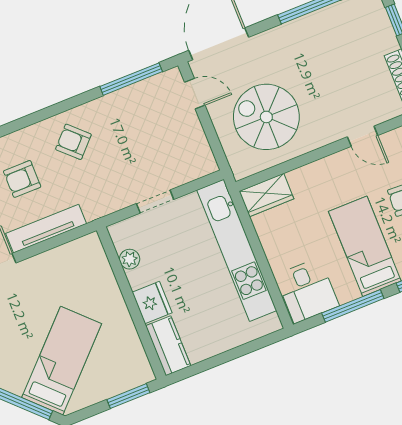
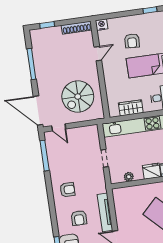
door: (195, 94) -> (59, 127), swing flipped
armchair: (73, 142) -> (67, 190), turned -134
wardrobe: (266, 195) -> (131, 108), moved, turned -90

